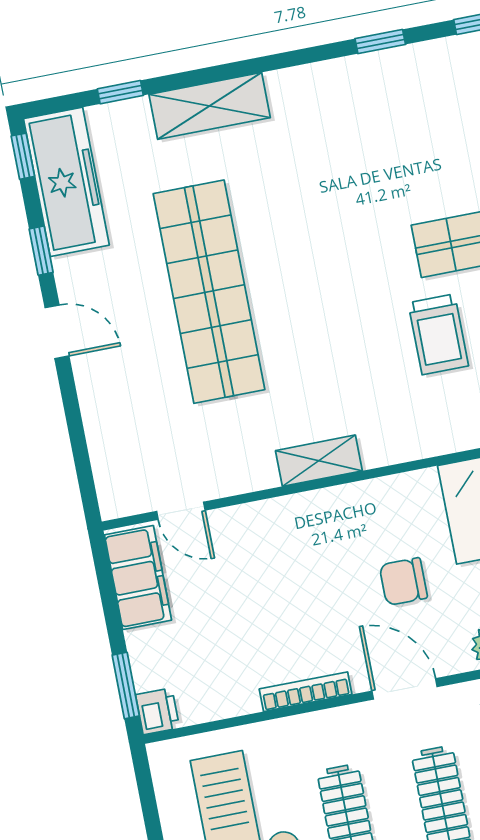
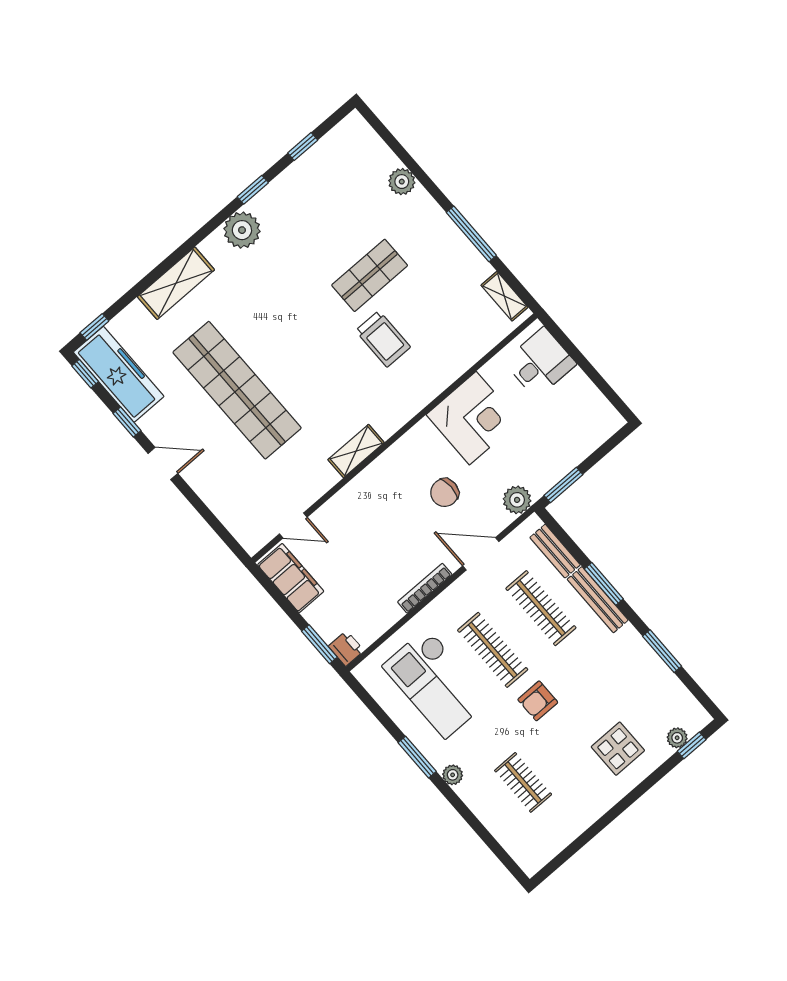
plant: (336, 86) -> (242, 230), added
window: (120, 92) -> (94, 327), moved

